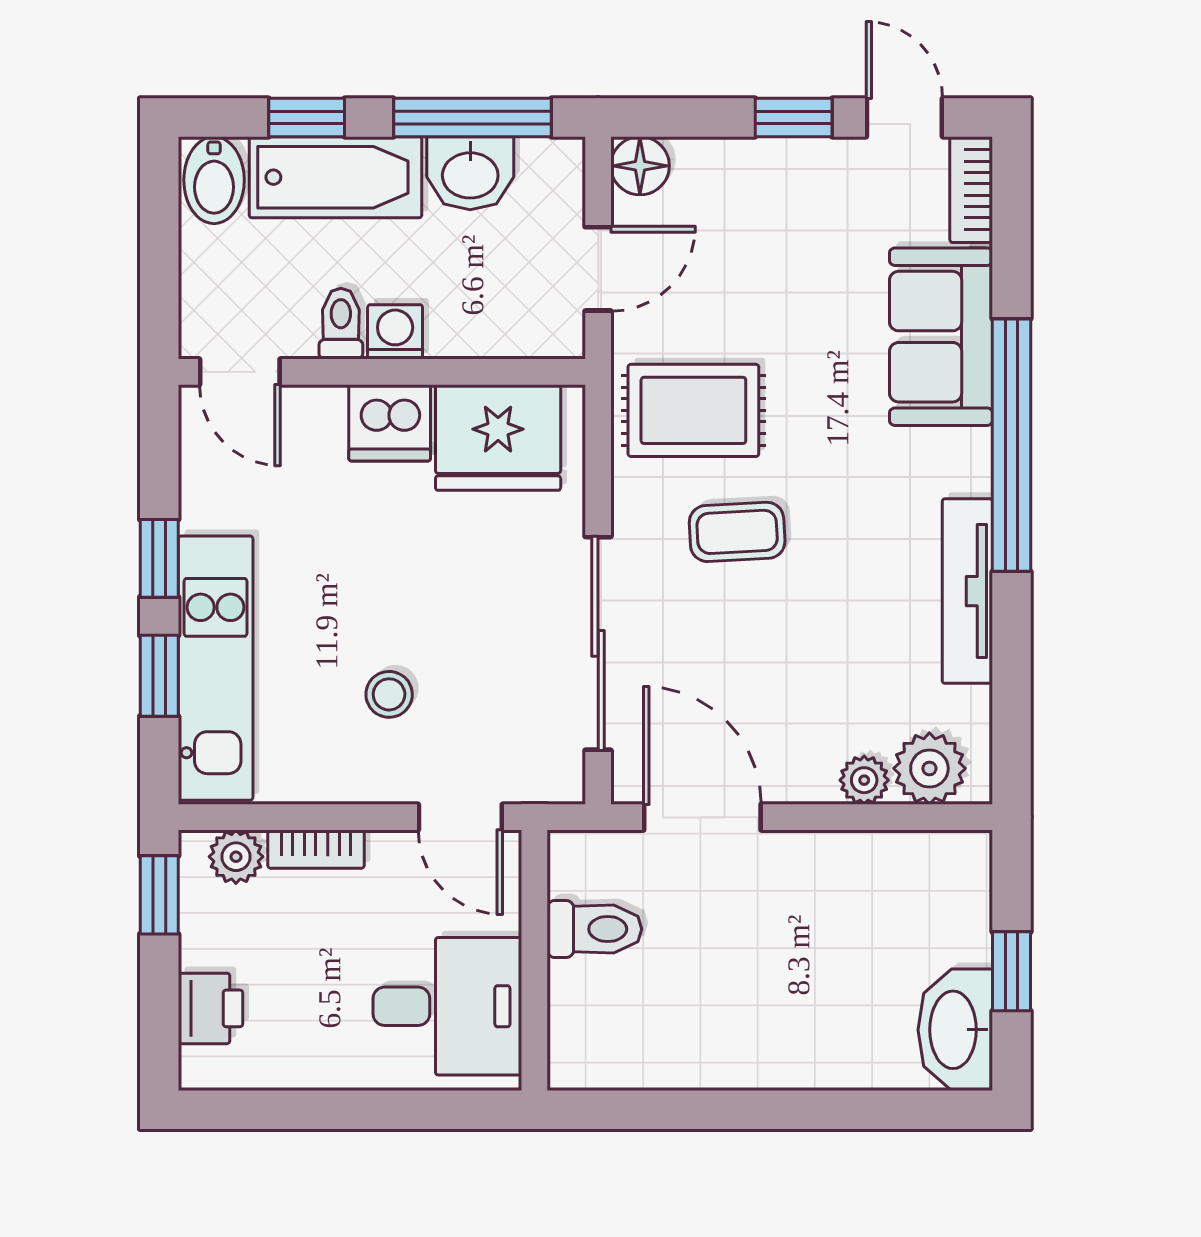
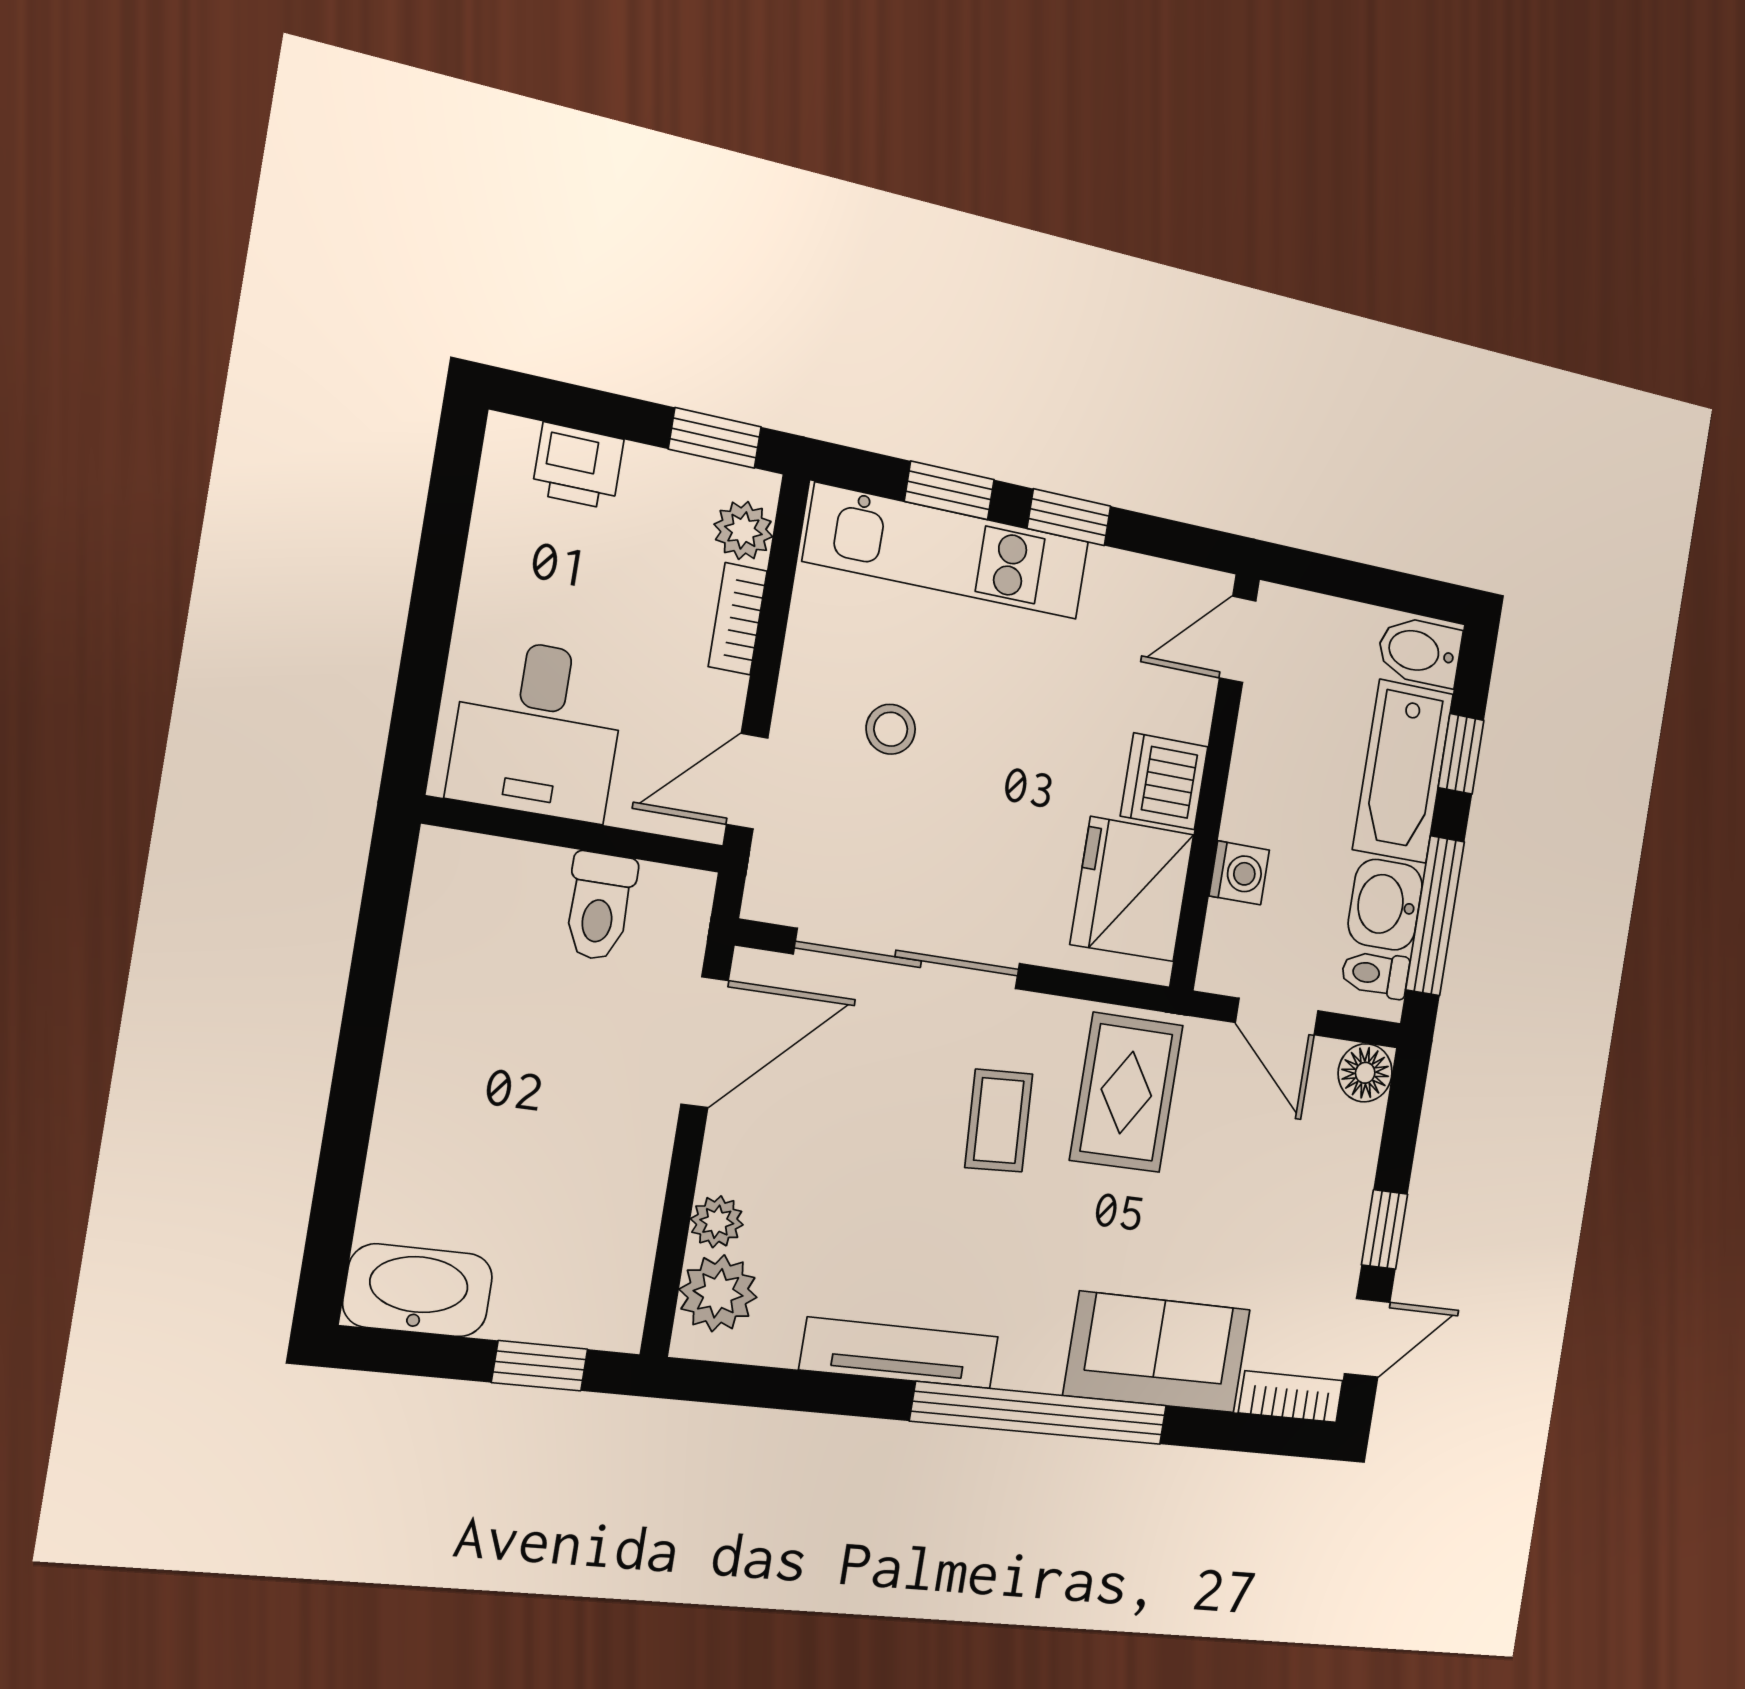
toilet: (341, 324) -> (1375, 974), moved, turned 180
washing machine: (395, 332) -> (1239, 873), moved
window: (1012, 971) -> (540, 1366), moved

